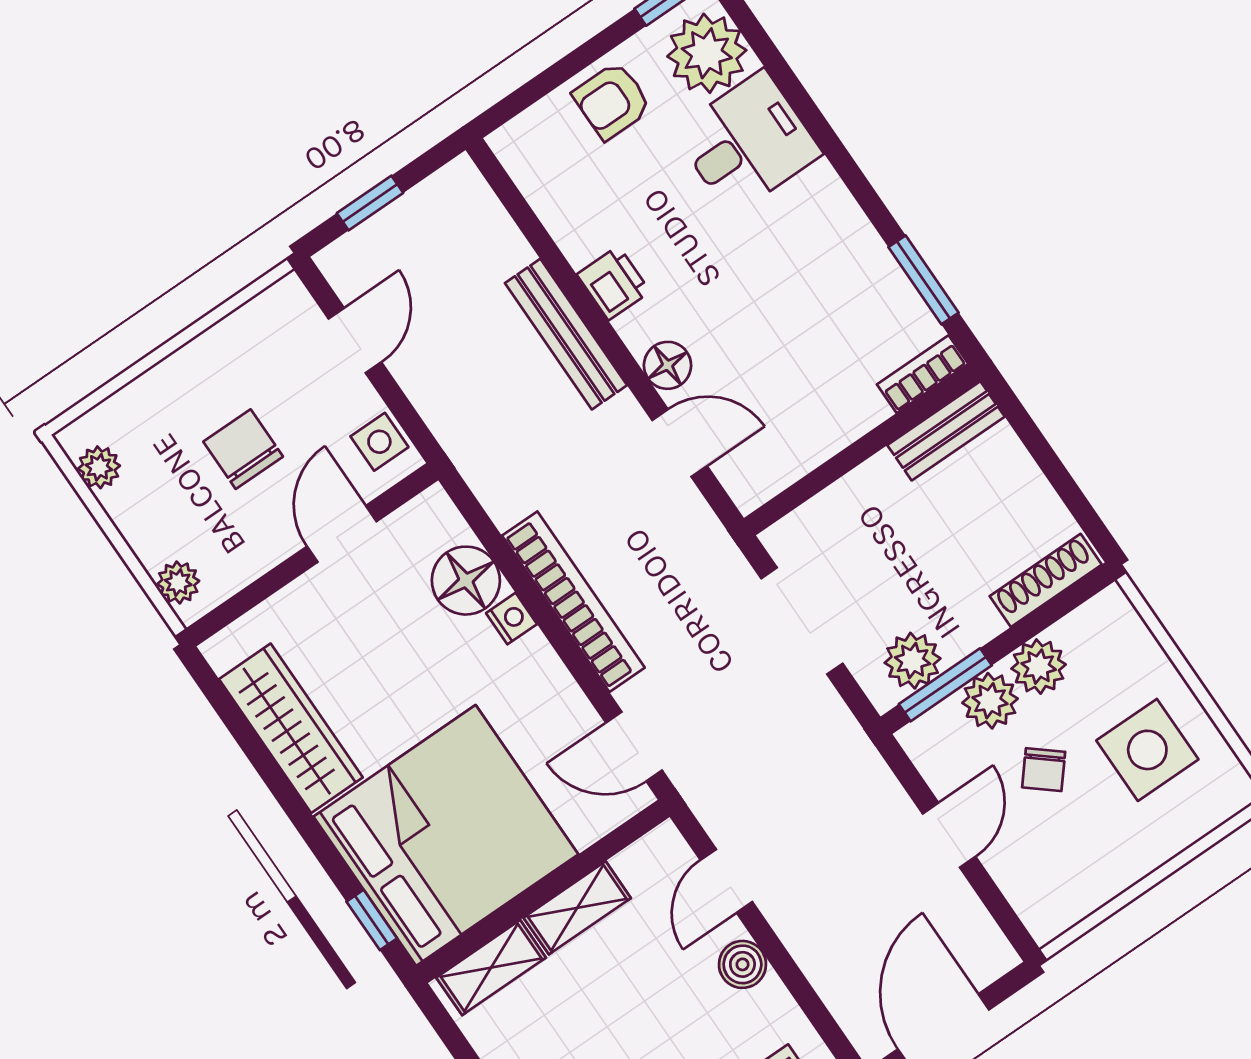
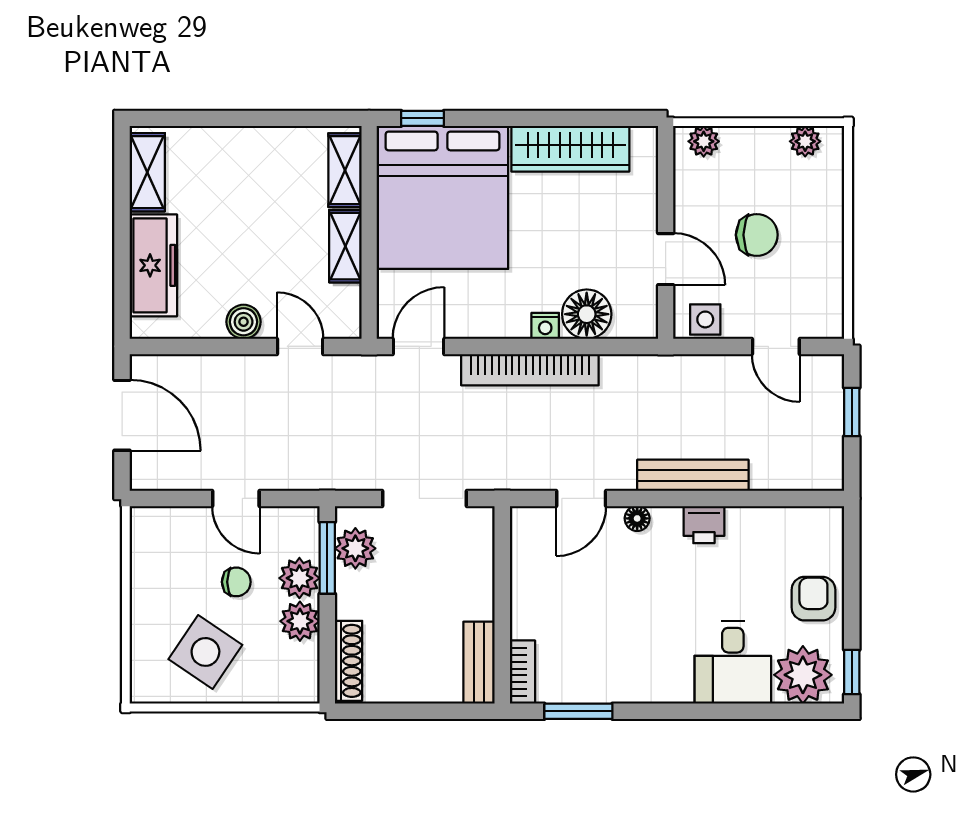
floor lamp: (667, 365) -> (637, 518), width x0.73, depth x0.73
side table: (1147, 750) -> (205, 652), turned 34
chair: (1044, 770) -> (236, 582), turned 140

